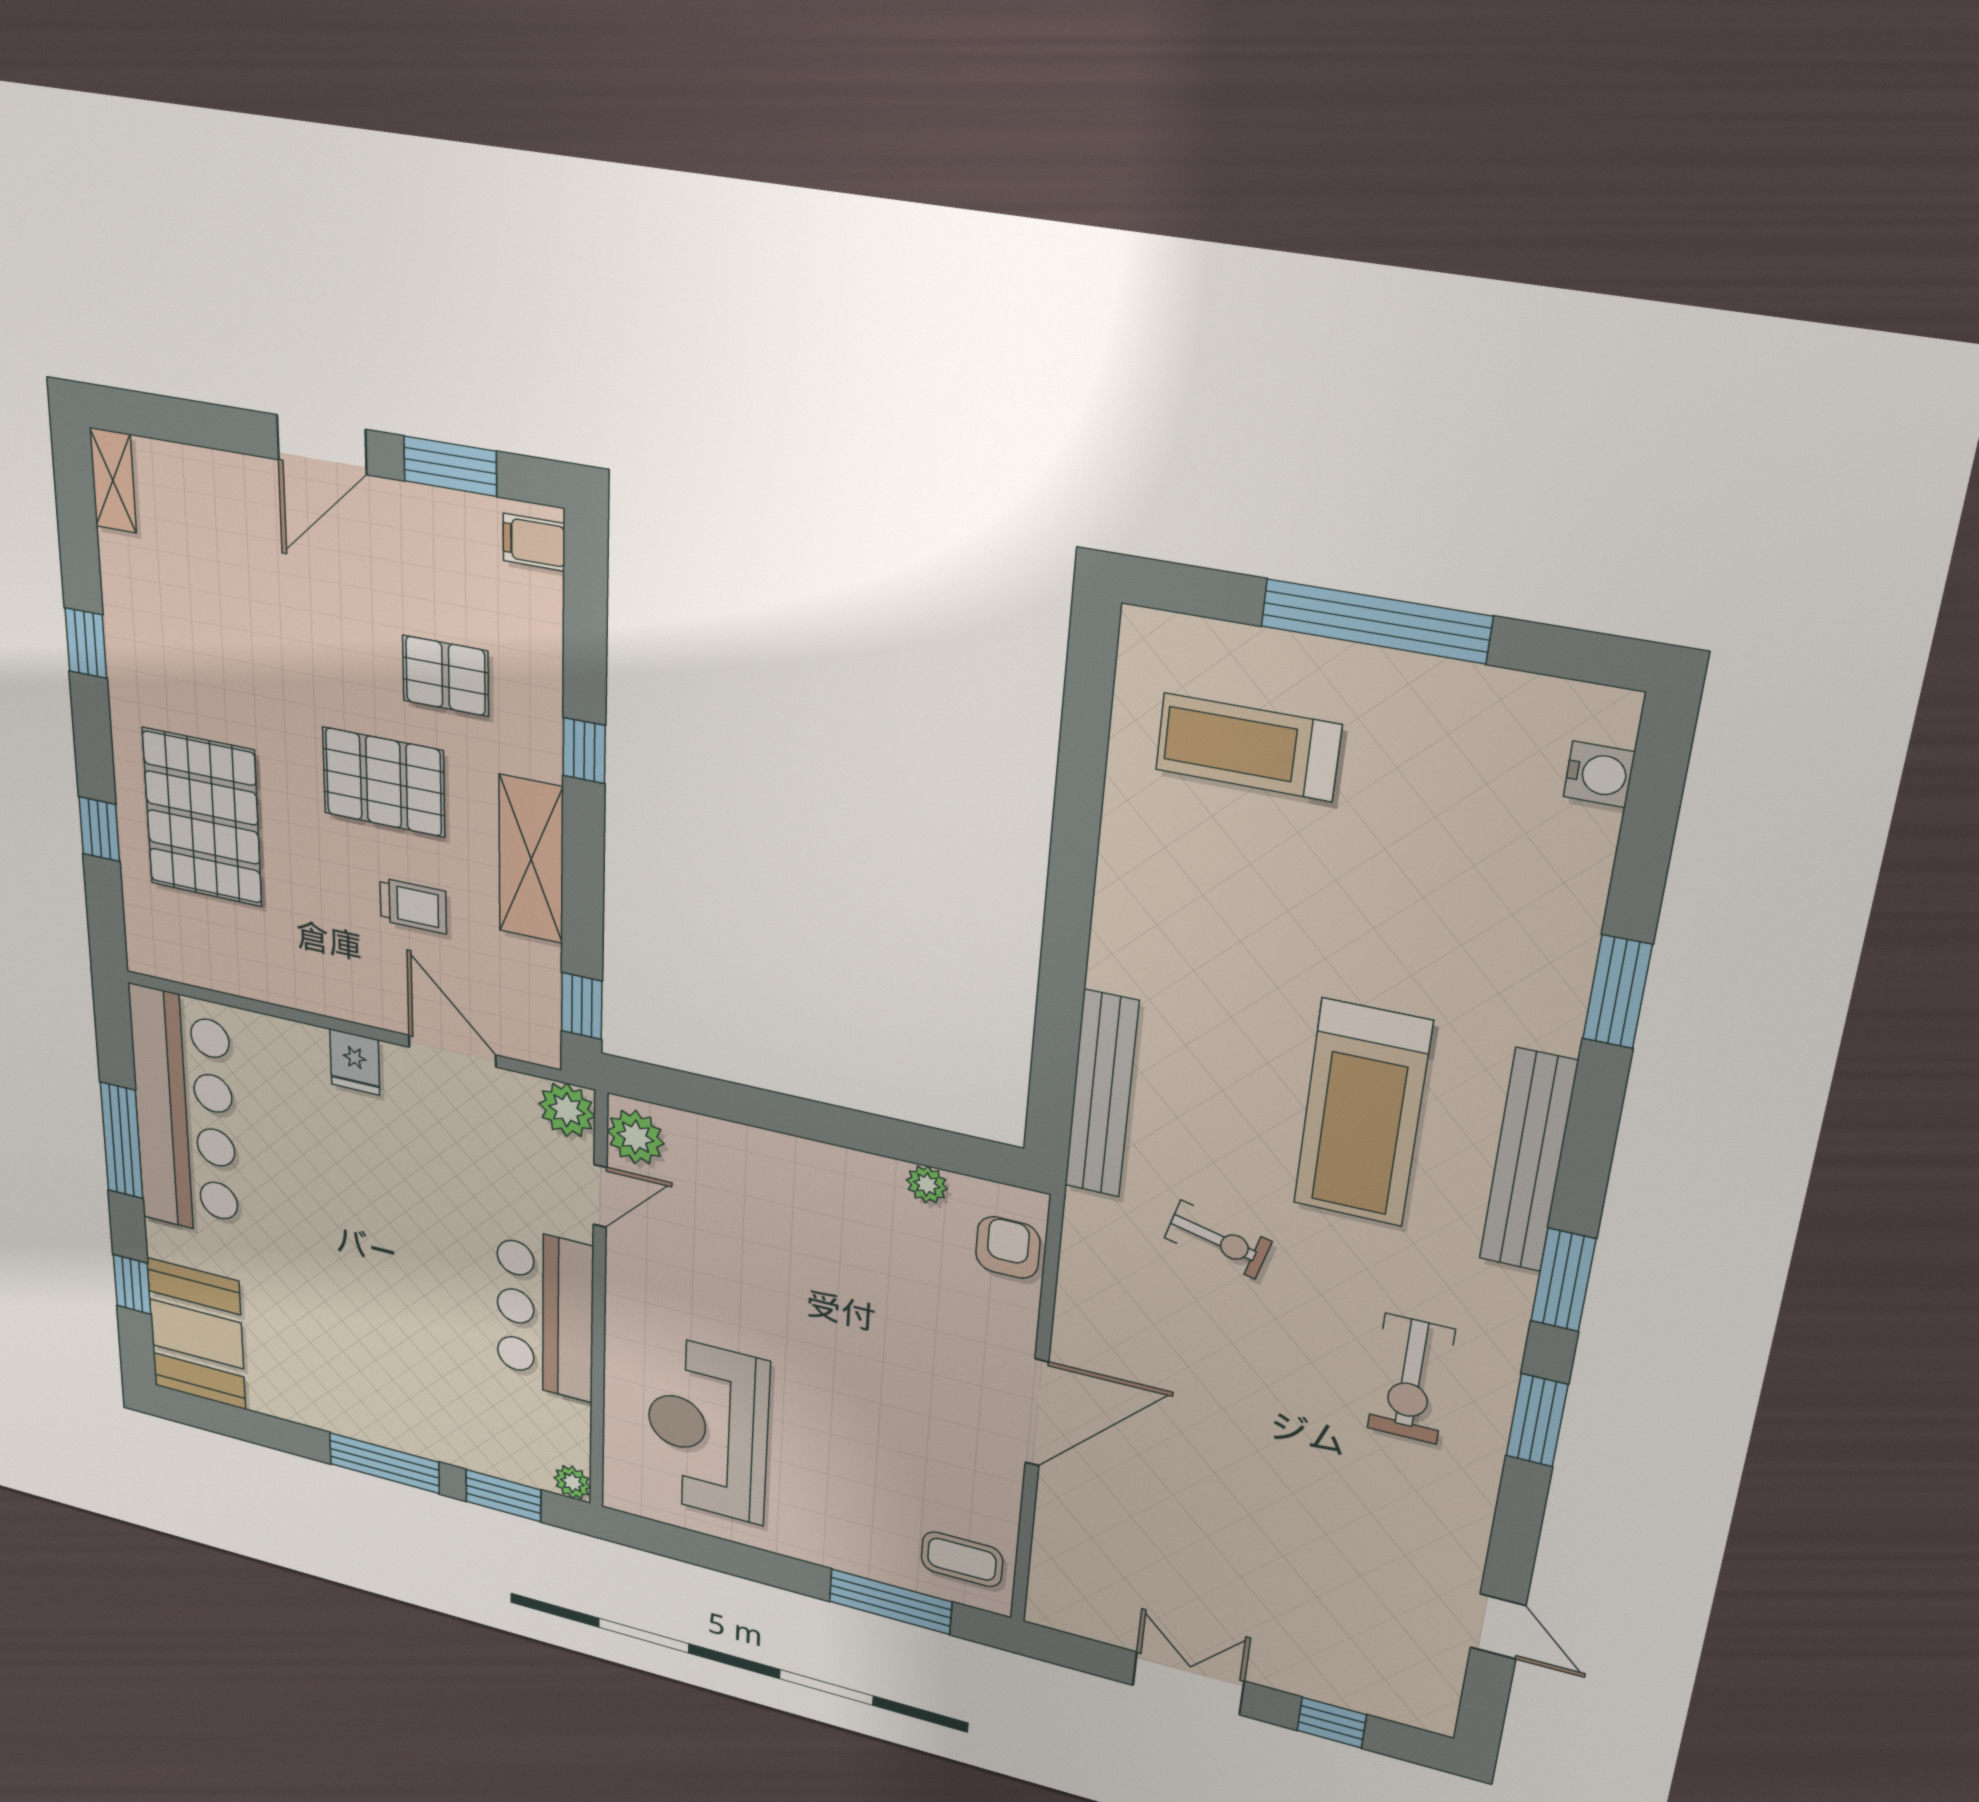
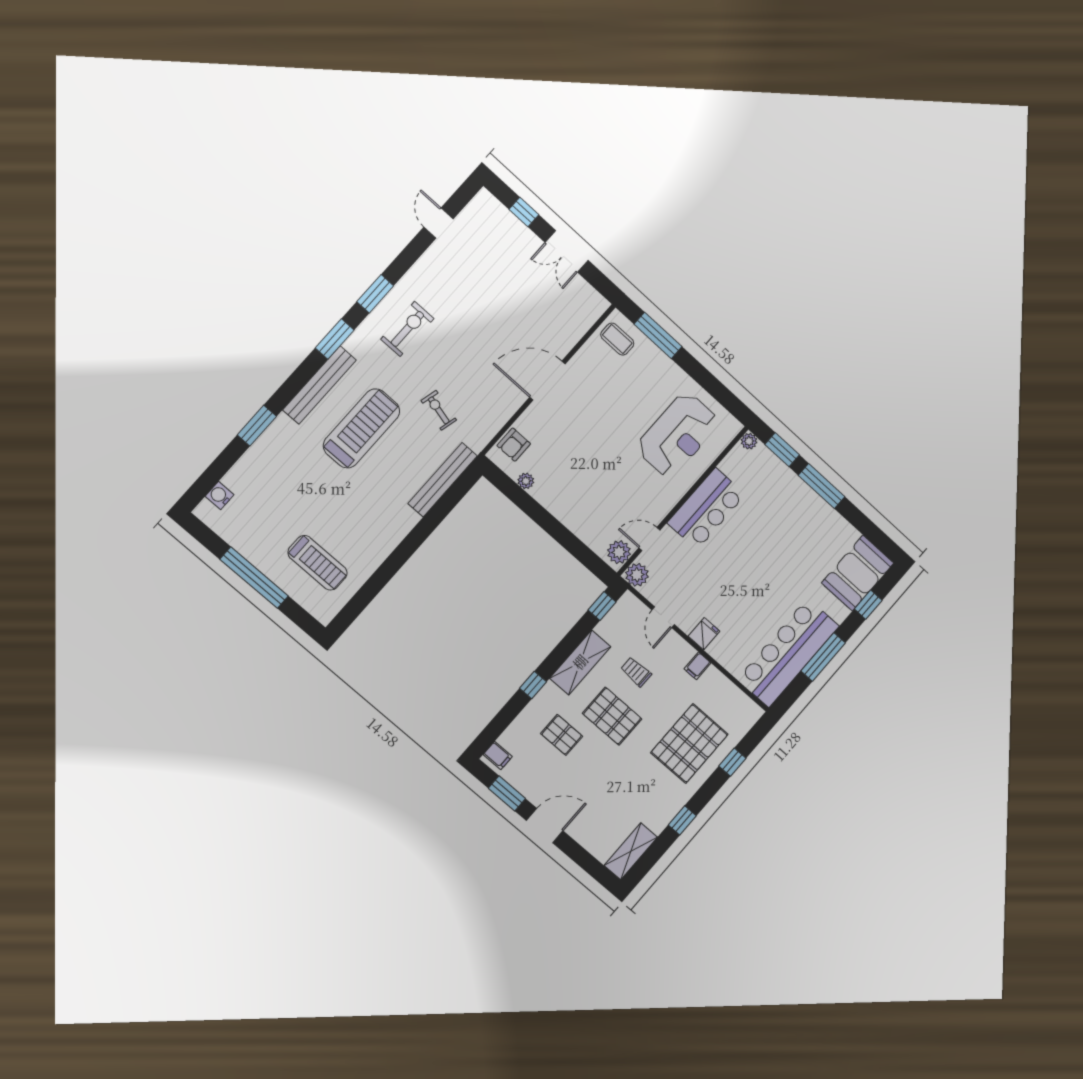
shelving: (113, 480) -> (631, 851), width x1.50, depth x1.33
filing cabinet: (315, 989) -> (697, 666), added
door: (452, 1051) -> (663, 617), width x0.73

